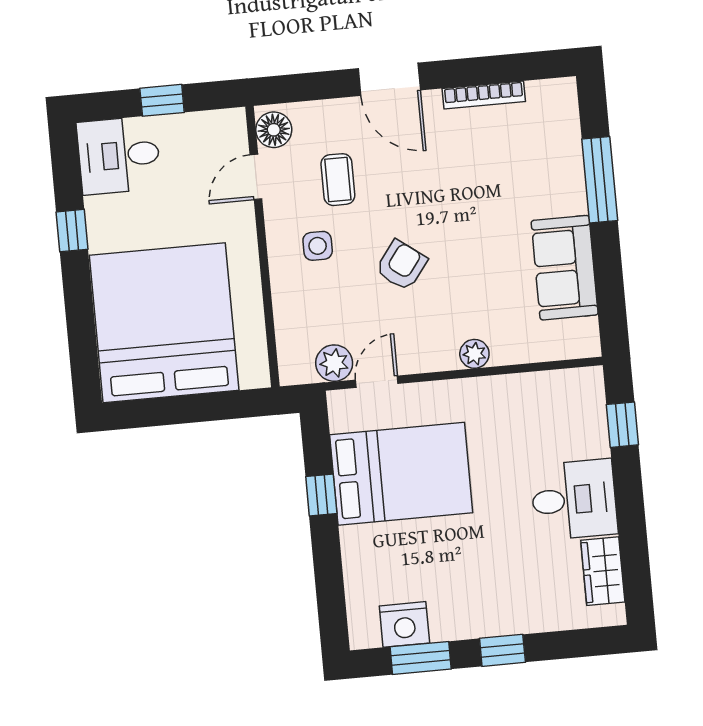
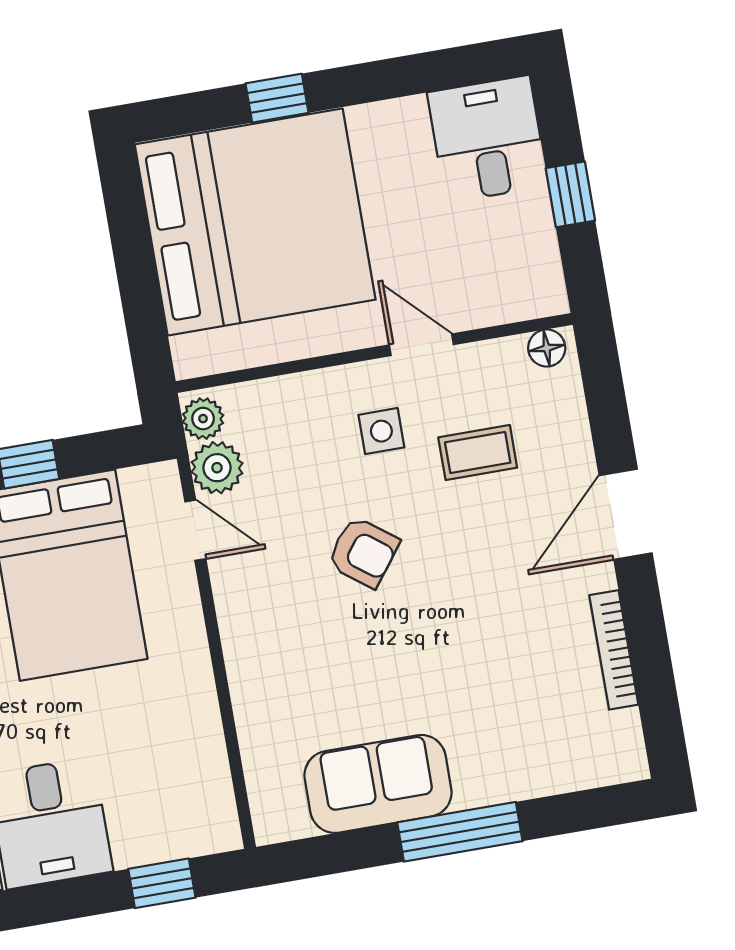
floor lamp: (274, 130) -> (547, 348), width x0.73, depth x0.73
door: (256, 177) -> (421, 345), moved
window: (600, 180) -> (460, 832), moved
window: (72, 231) -> (277, 98), moved
plant: (474, 354) -> (203, 419), moved

